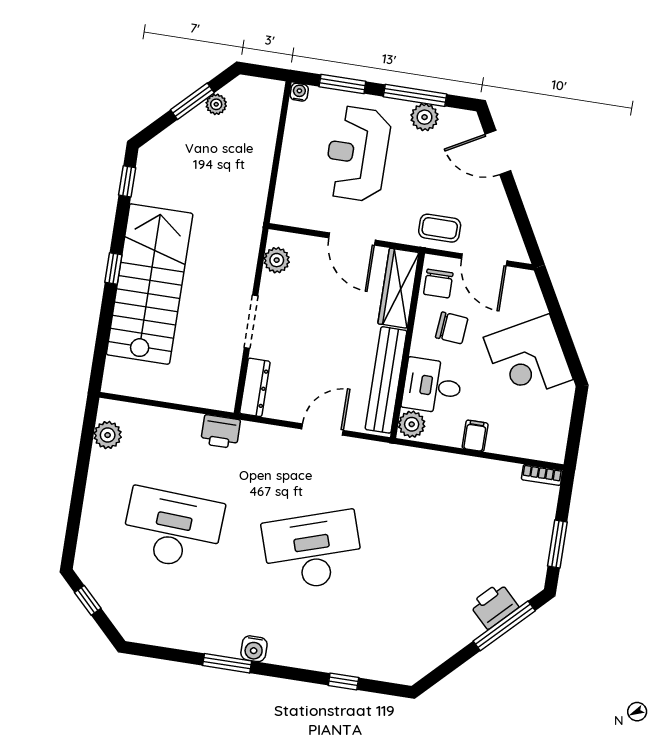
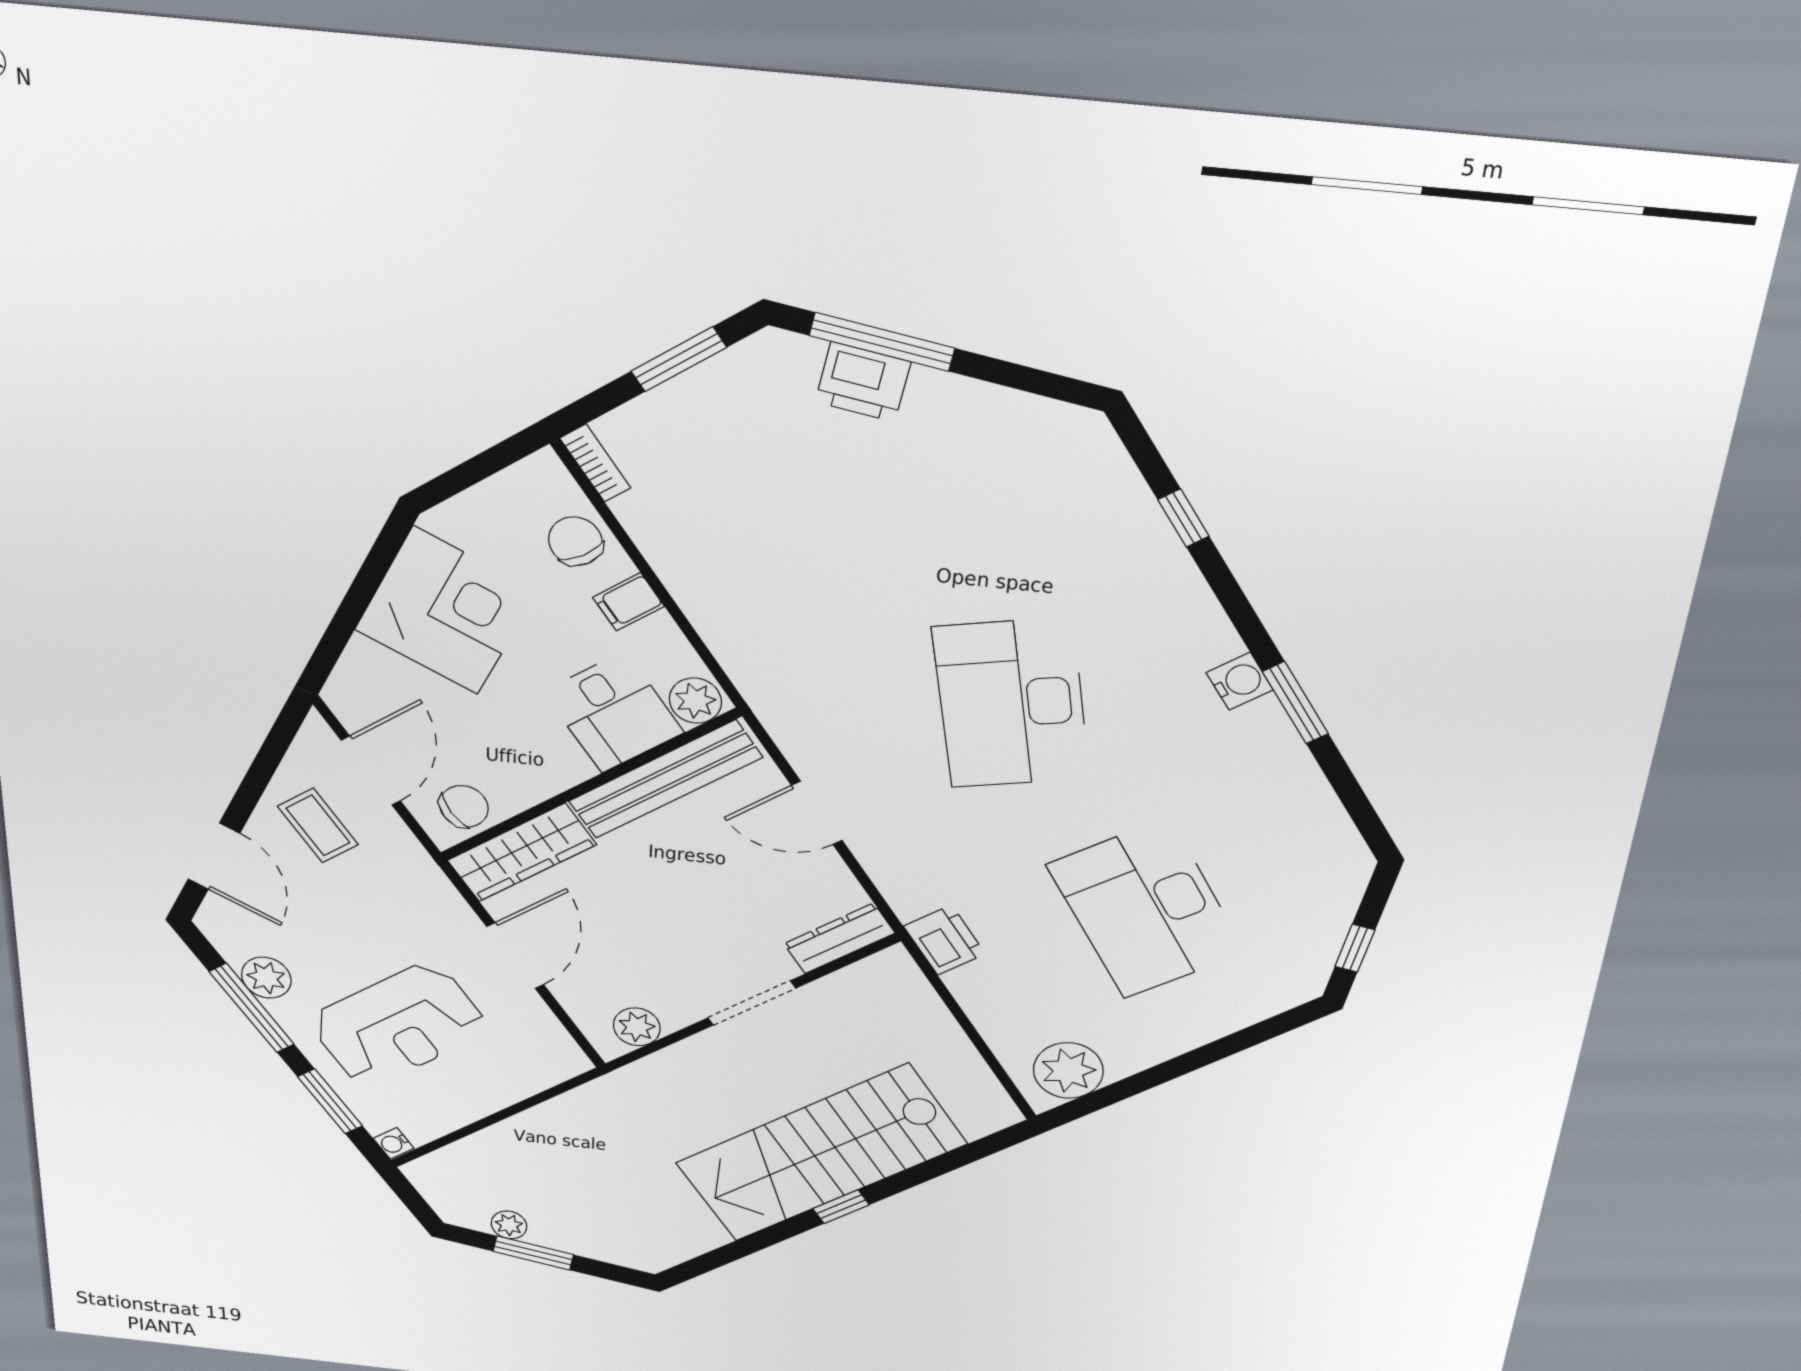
window: (127, 181) -> (711, 1261), removed
coffee table: (440, 228) -> (318, 826), moved
chair: (452, 328) -> (576, 541), moved
plant: (108, 435) -> (1068, 1071), width x1.36, depth x1.36
desk: (313, 551) -> (1011, 703), turned 42

